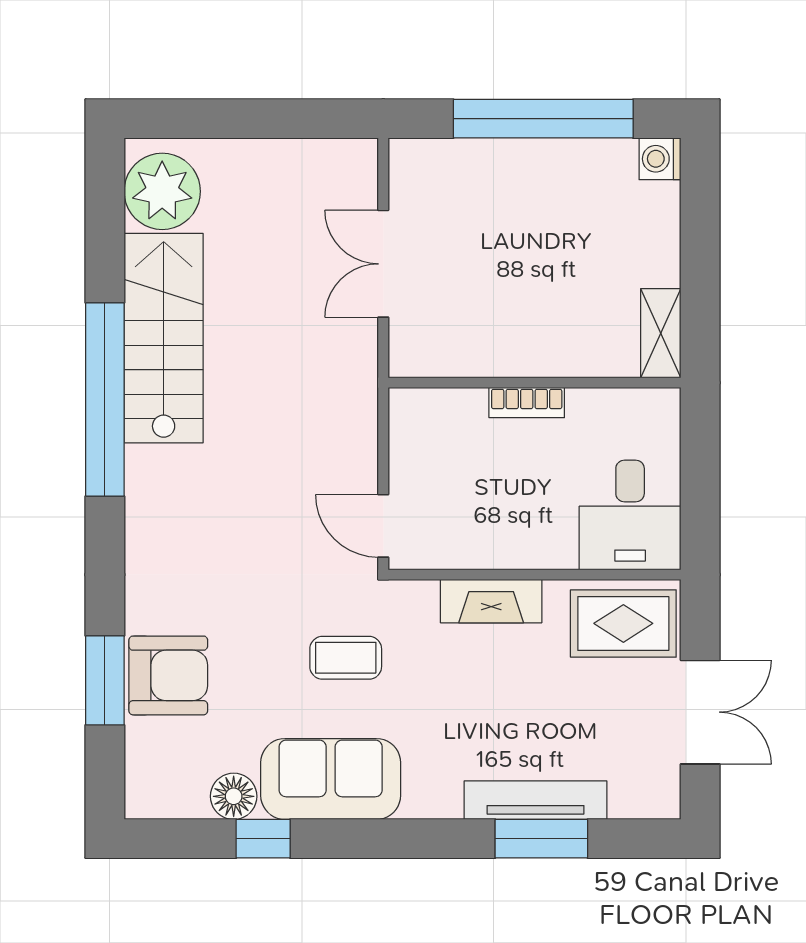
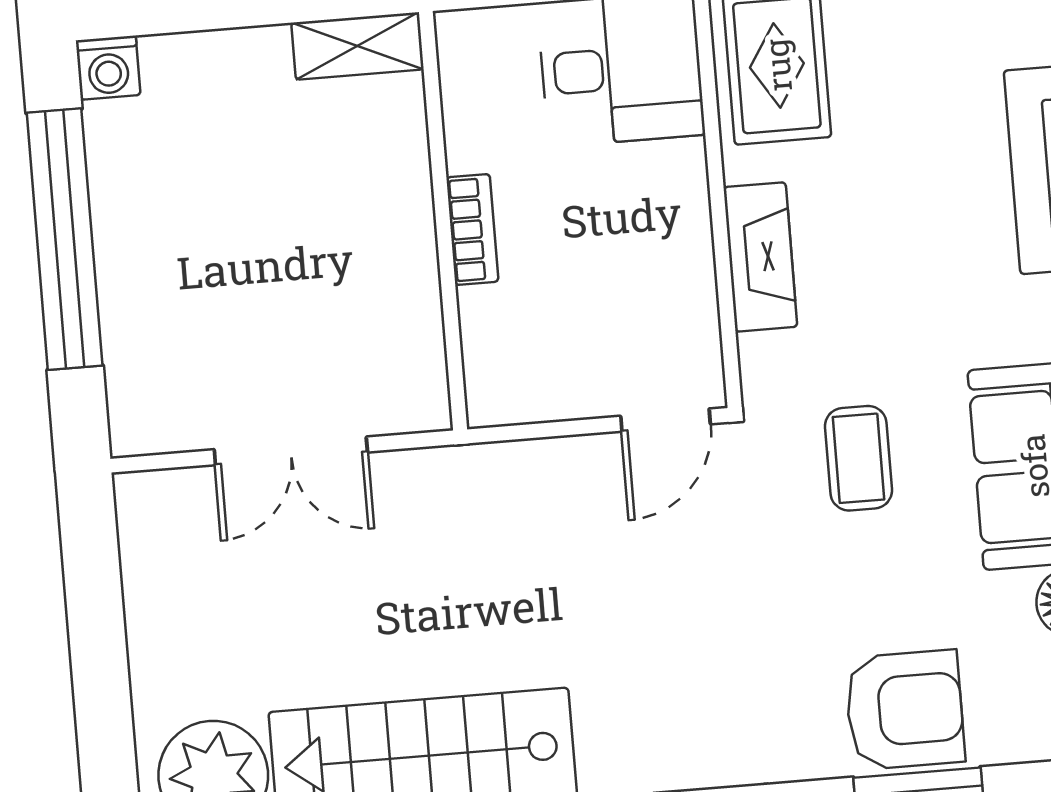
armchair: (168, 675) -> (905, 710), turned 90

